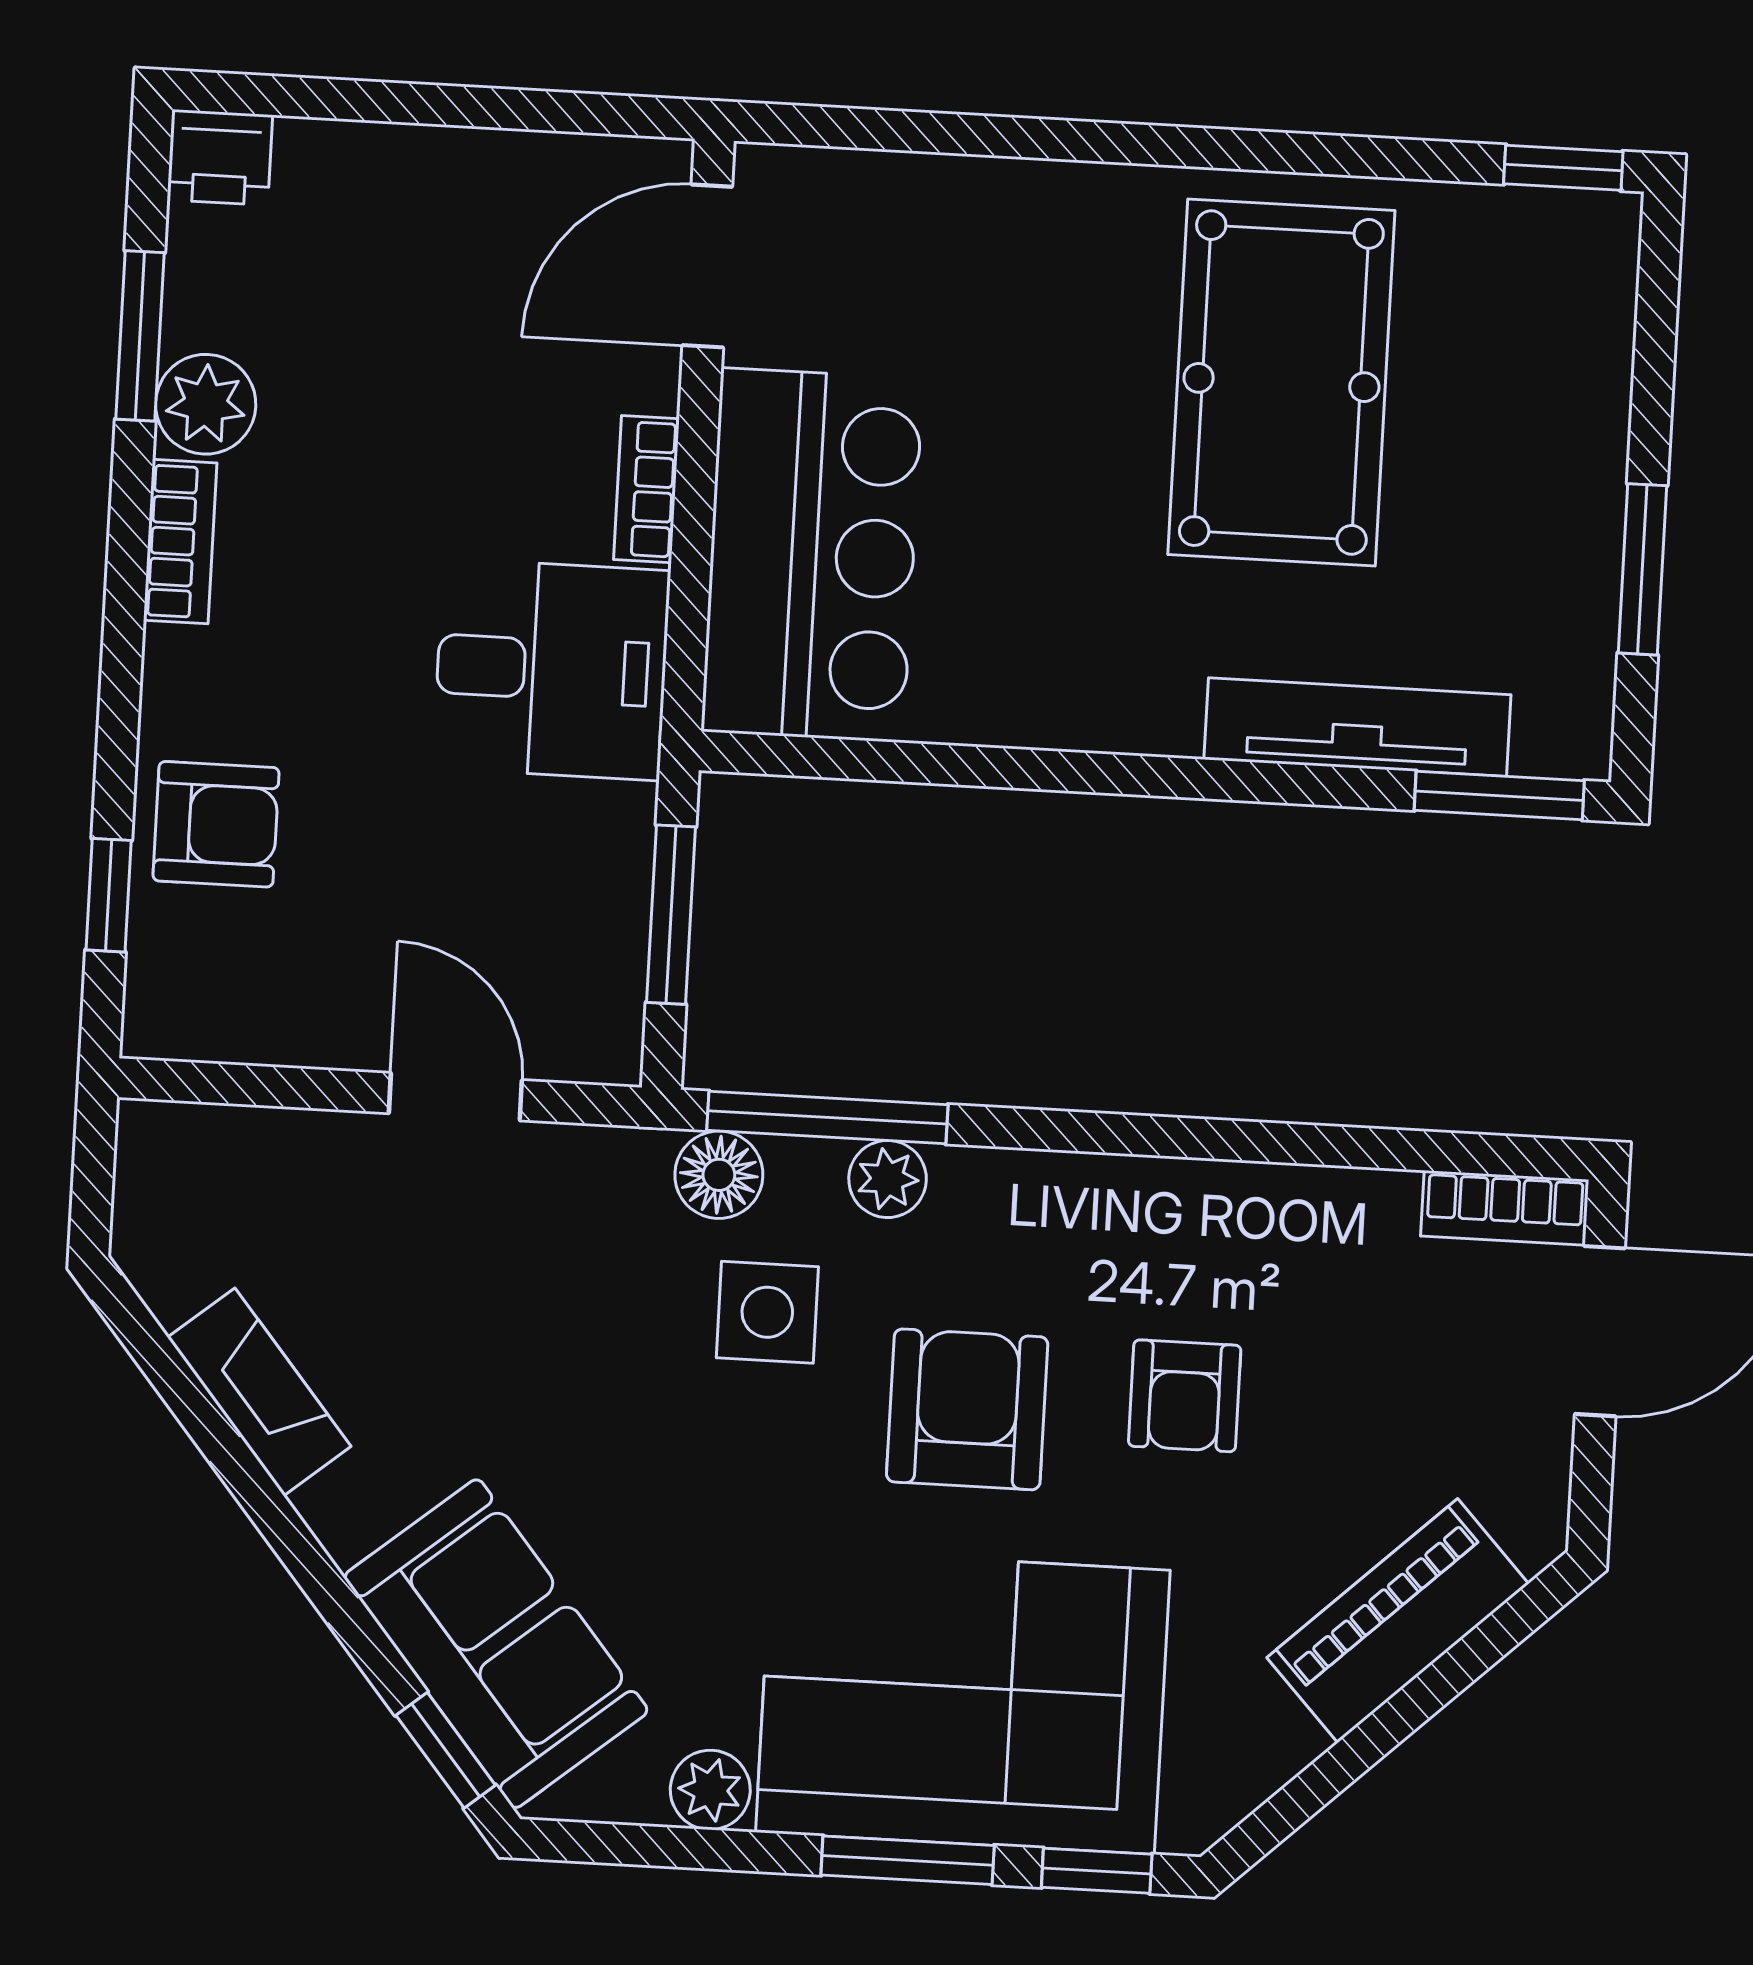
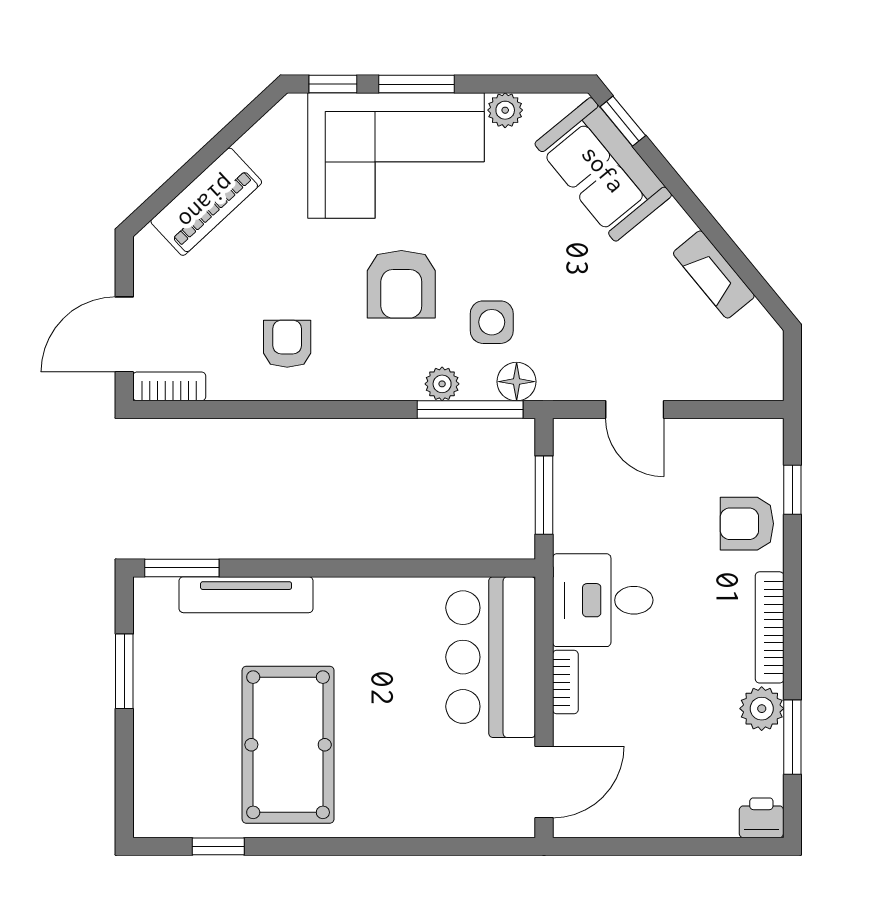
window: (1563, 168) -> (218, 846), moved
bookcase: (180, 542) -> (770, 627), width x1.56
armchair: (1185, 1396) -> (287, 344), moved

